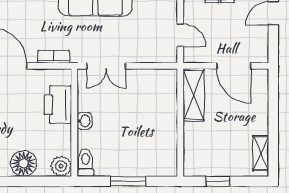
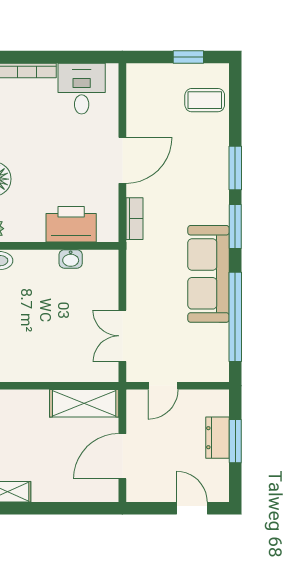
double door: (106, 66) -> (122, 336), moved
washbasin: (84, 121) -> (71, 259), moved

